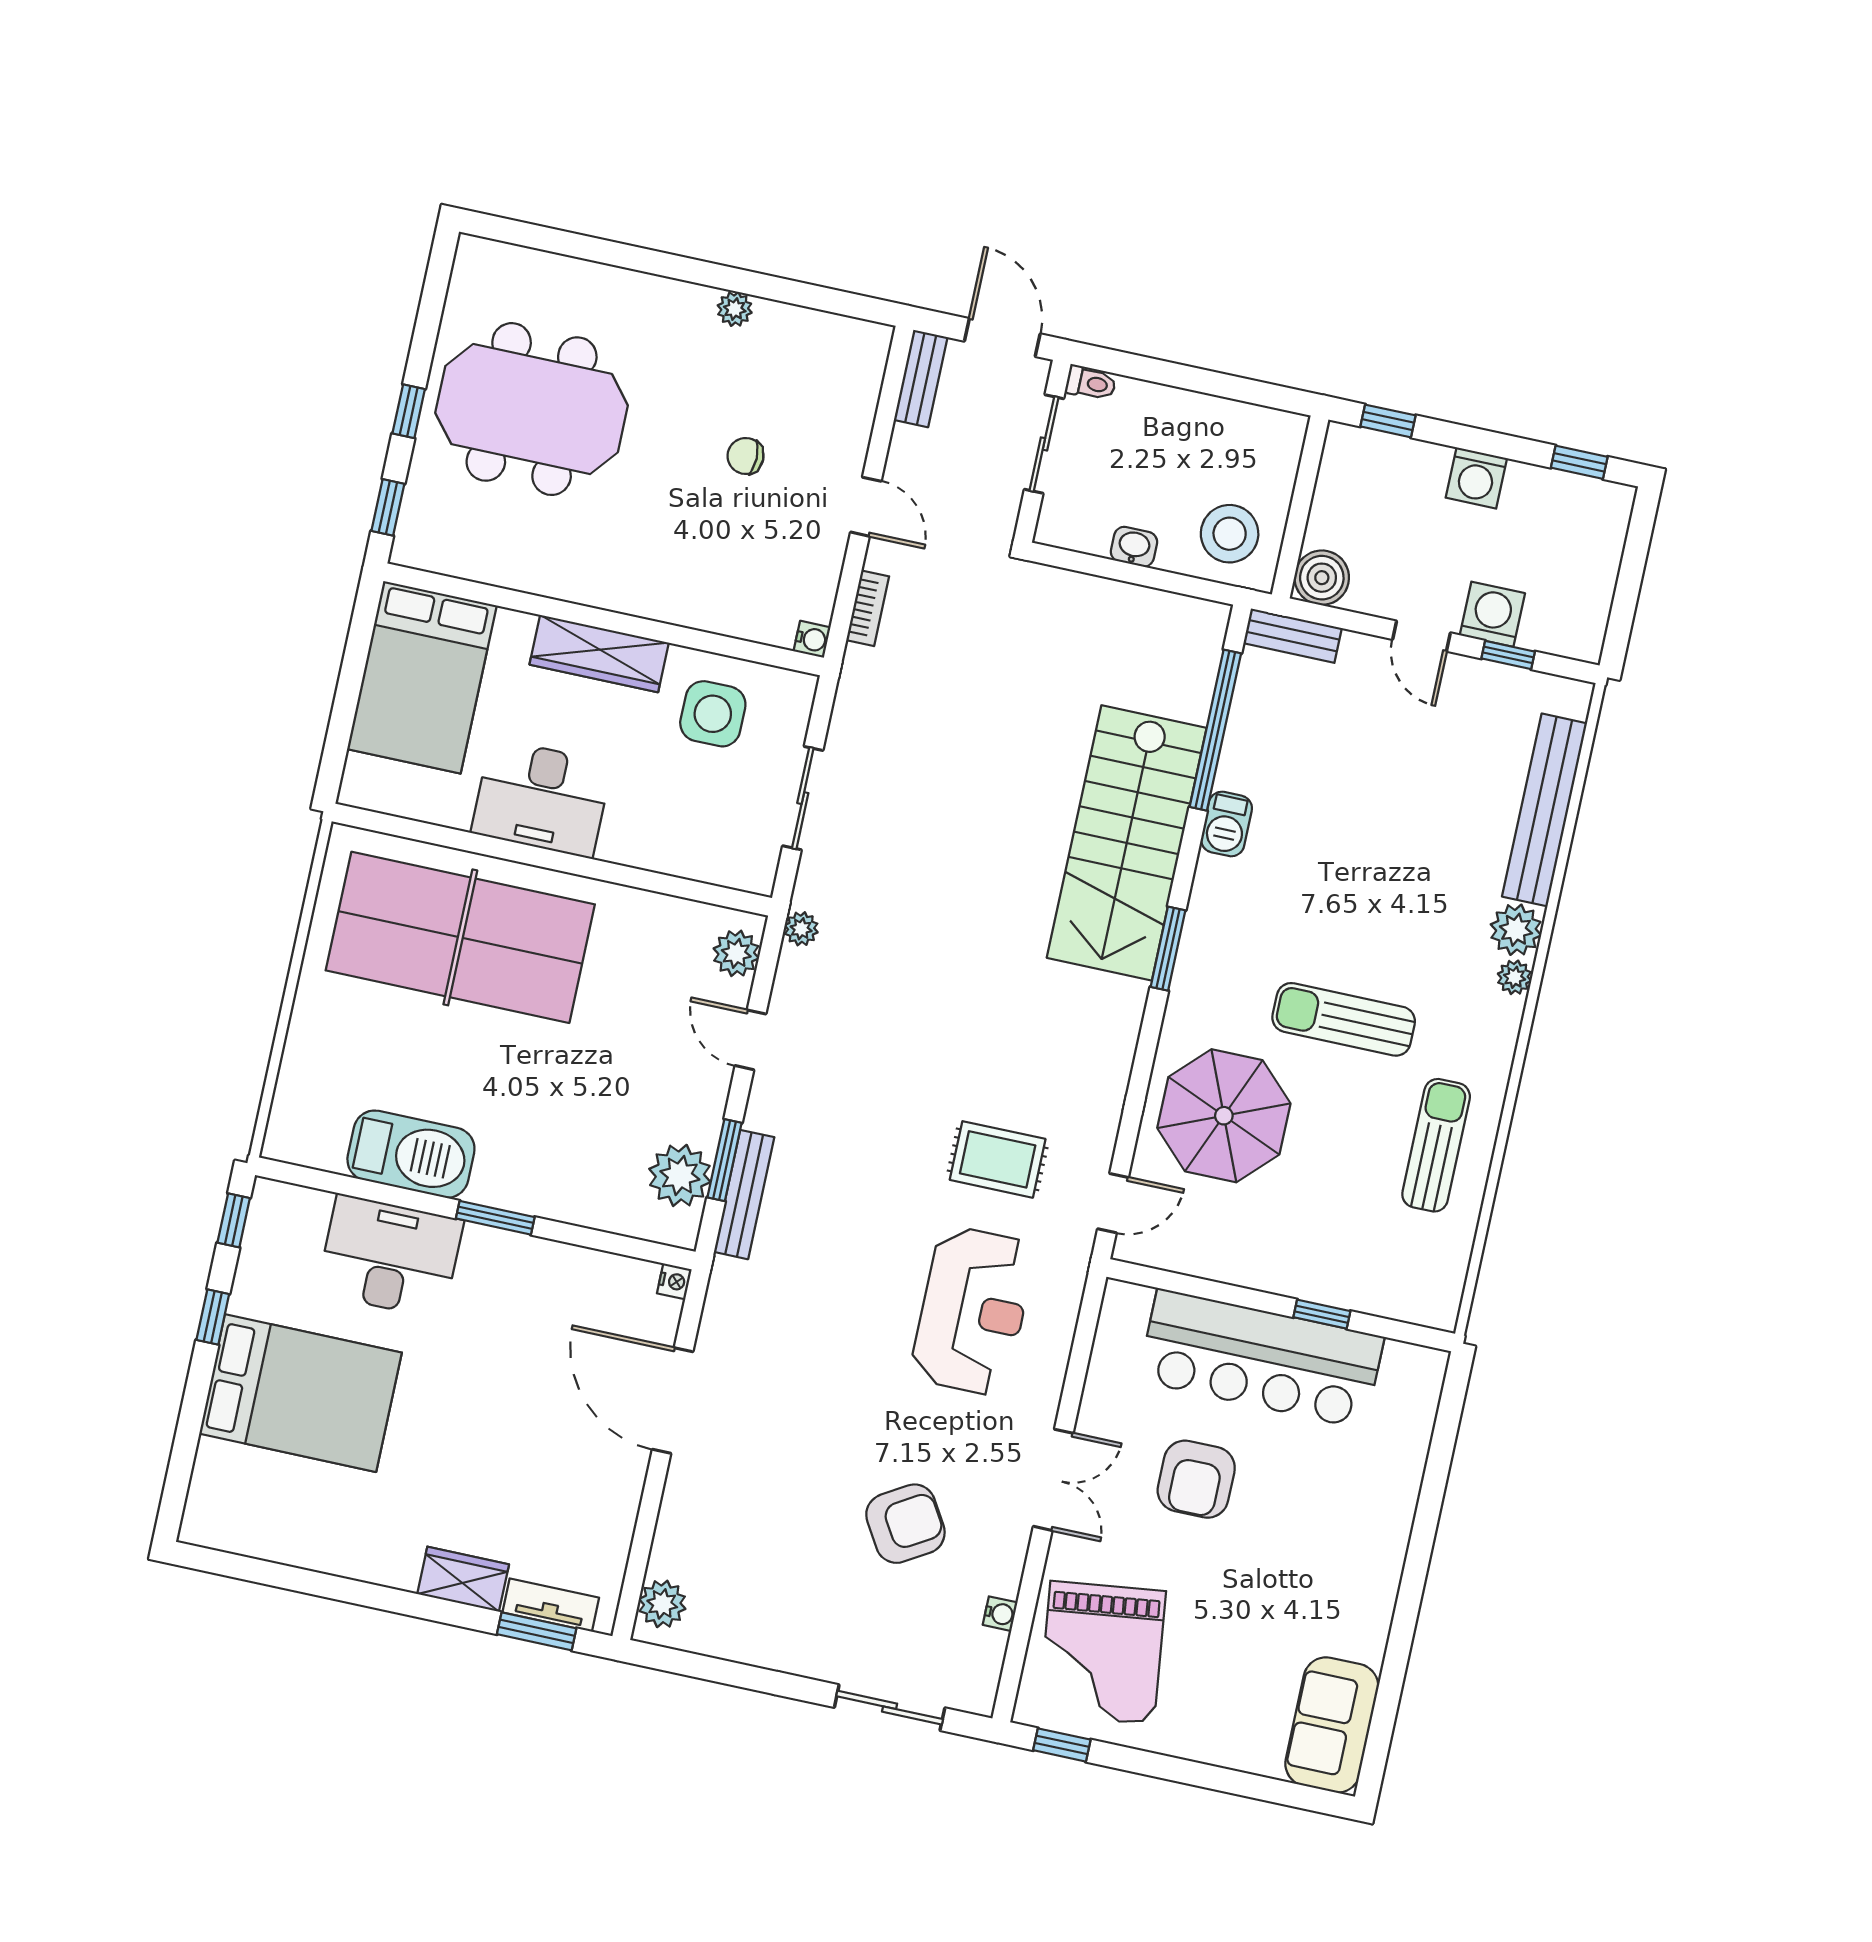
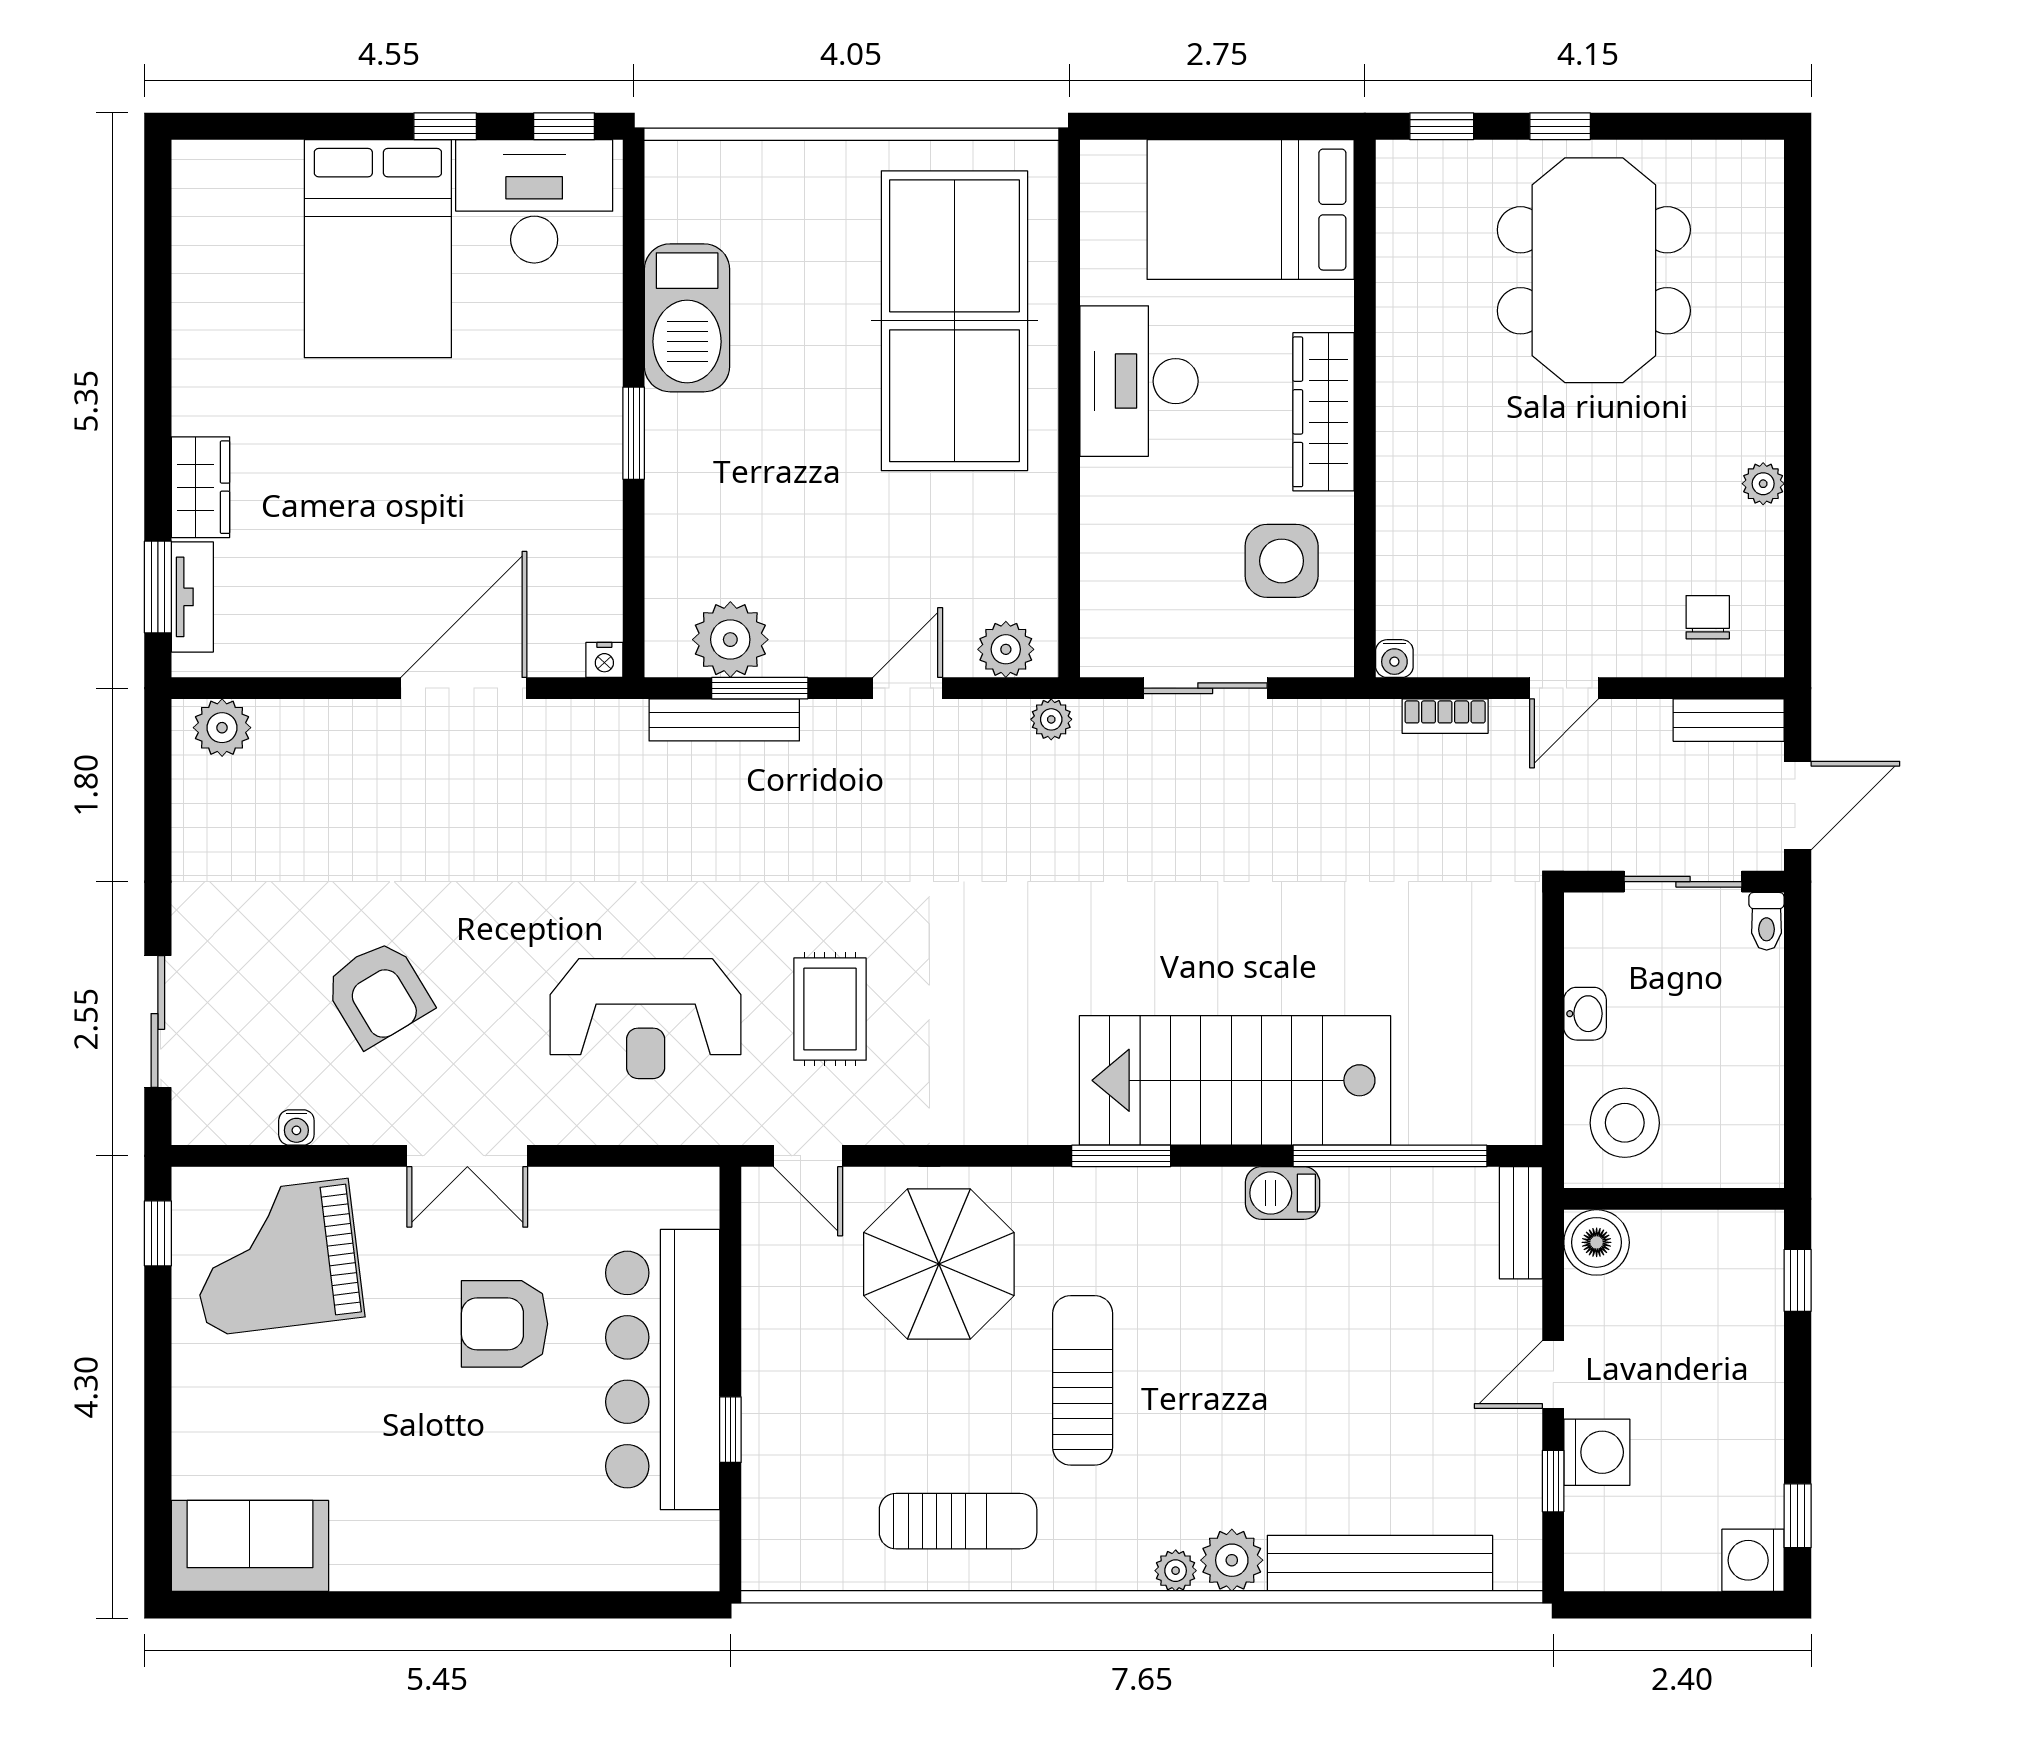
chair: (746, 456) -> (1708, 617), moved
washing machine: (1476, 478) -> (1753, 1560), moved
desk: (390, 1257) -> (534, 201), moved, turned -90

